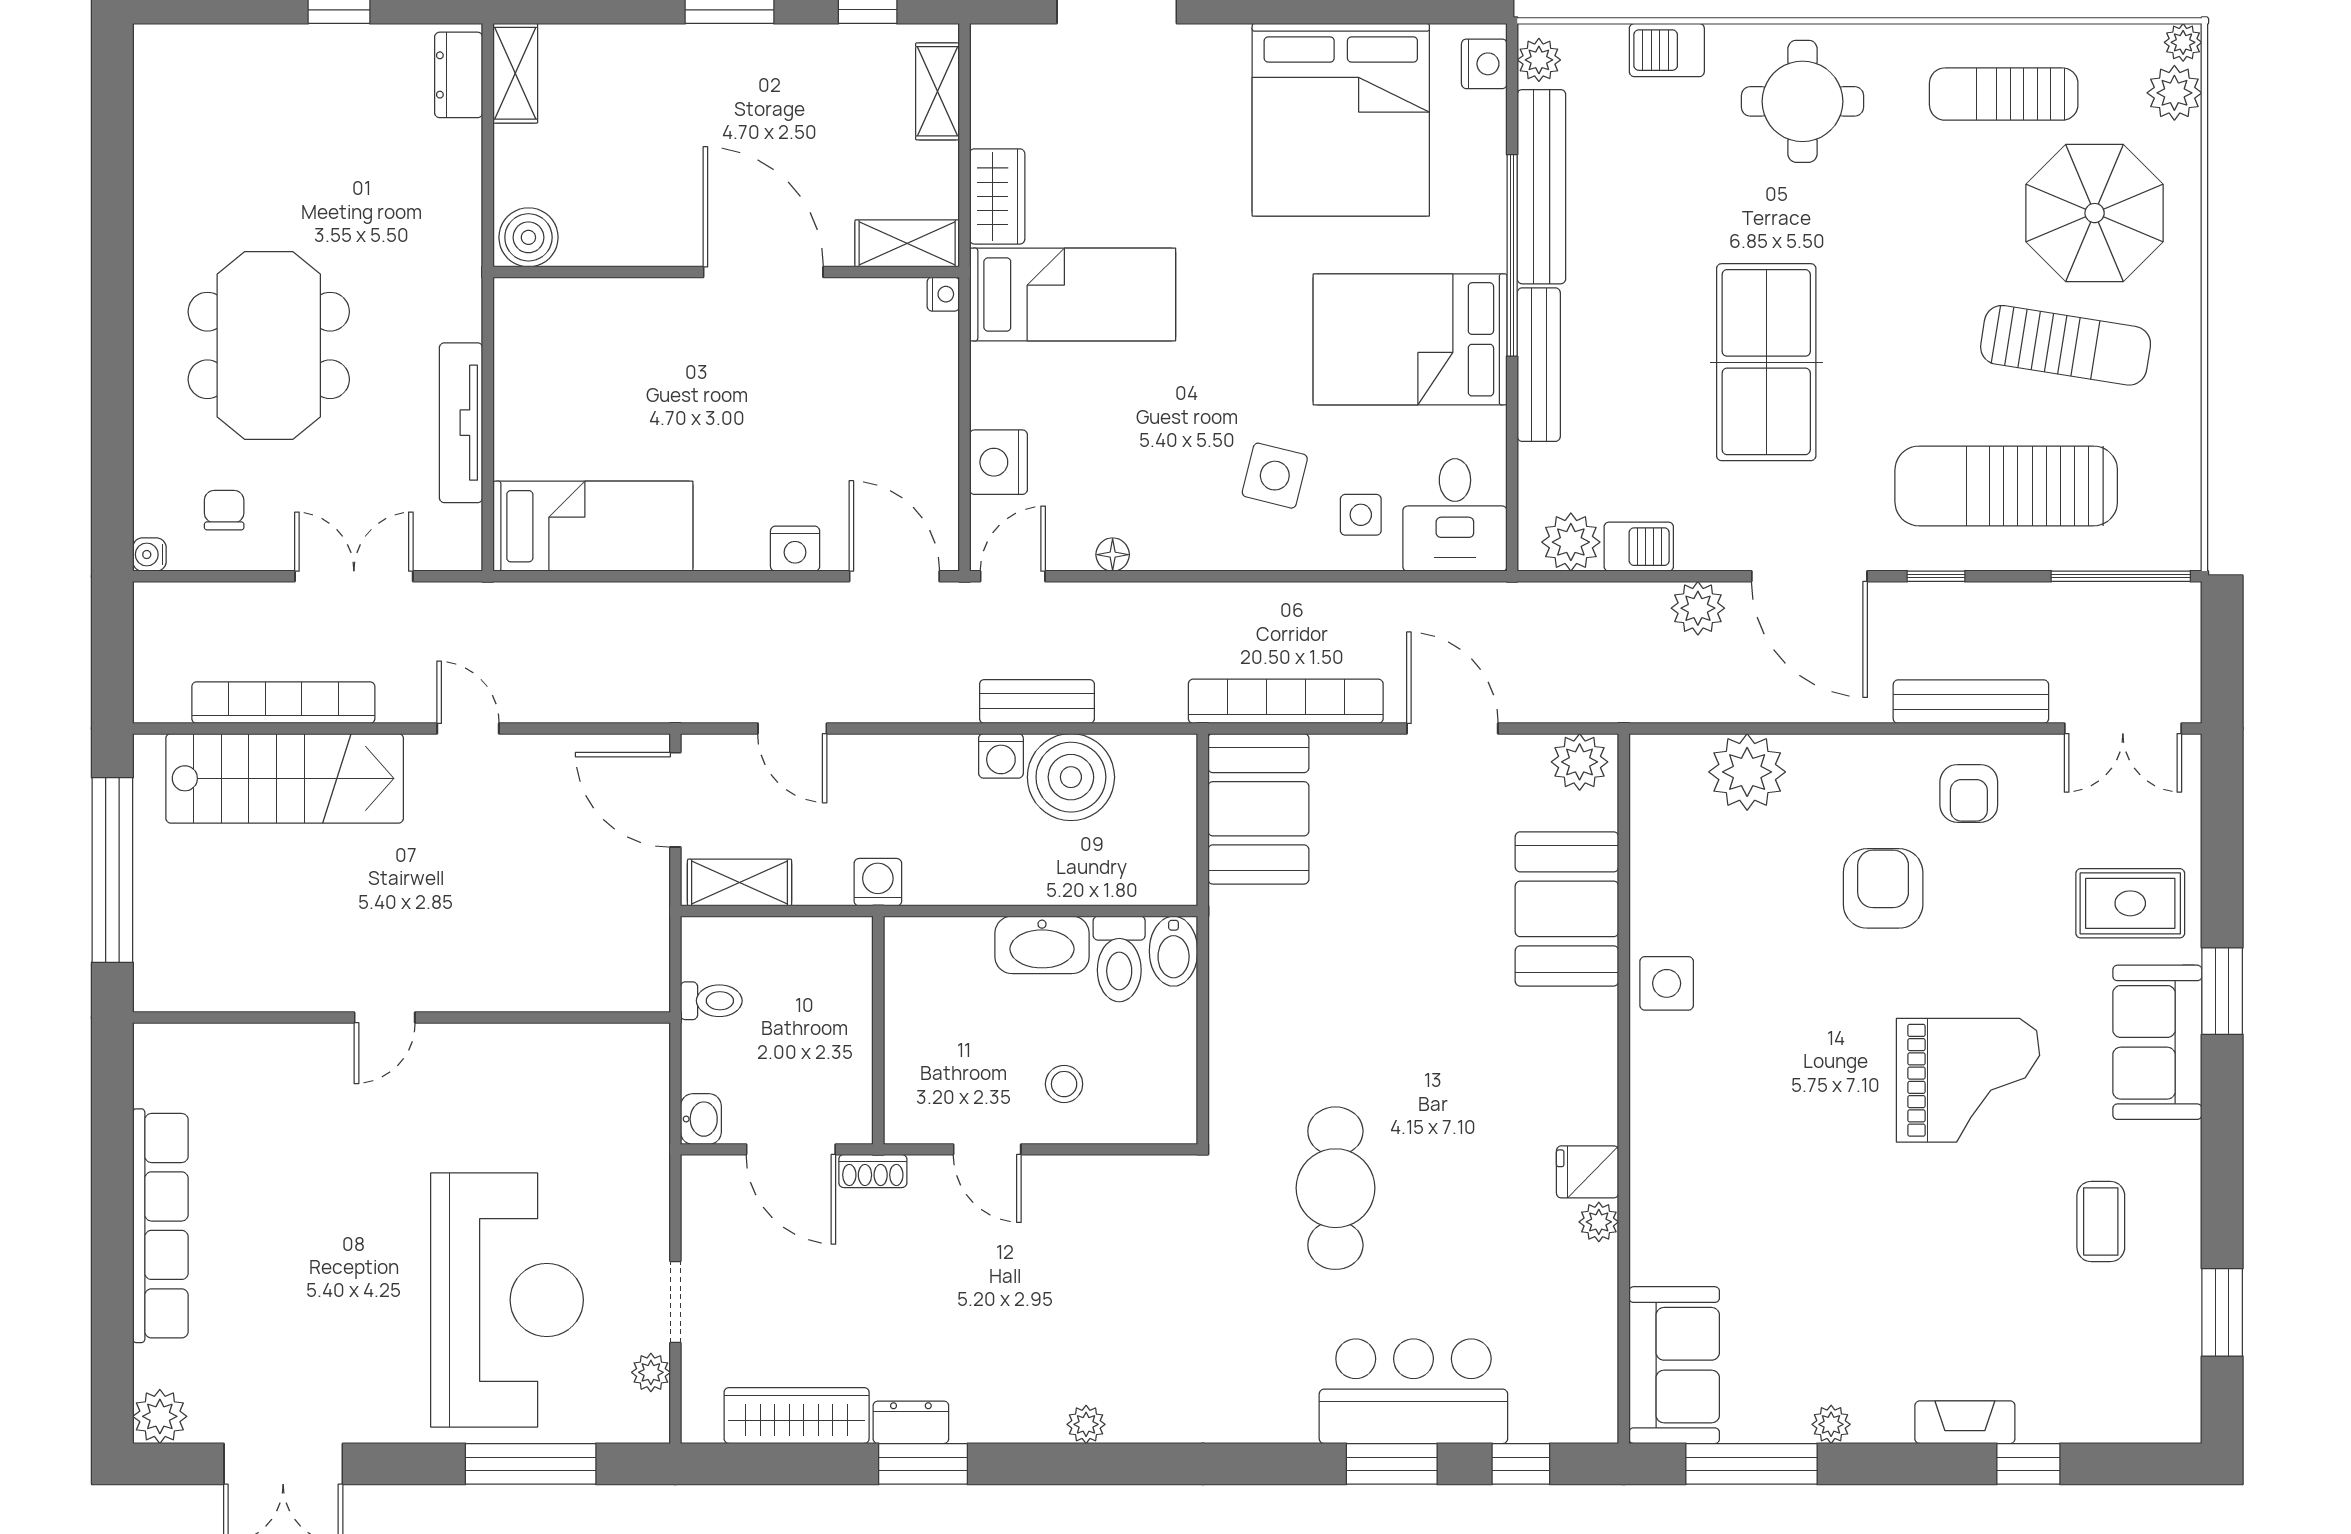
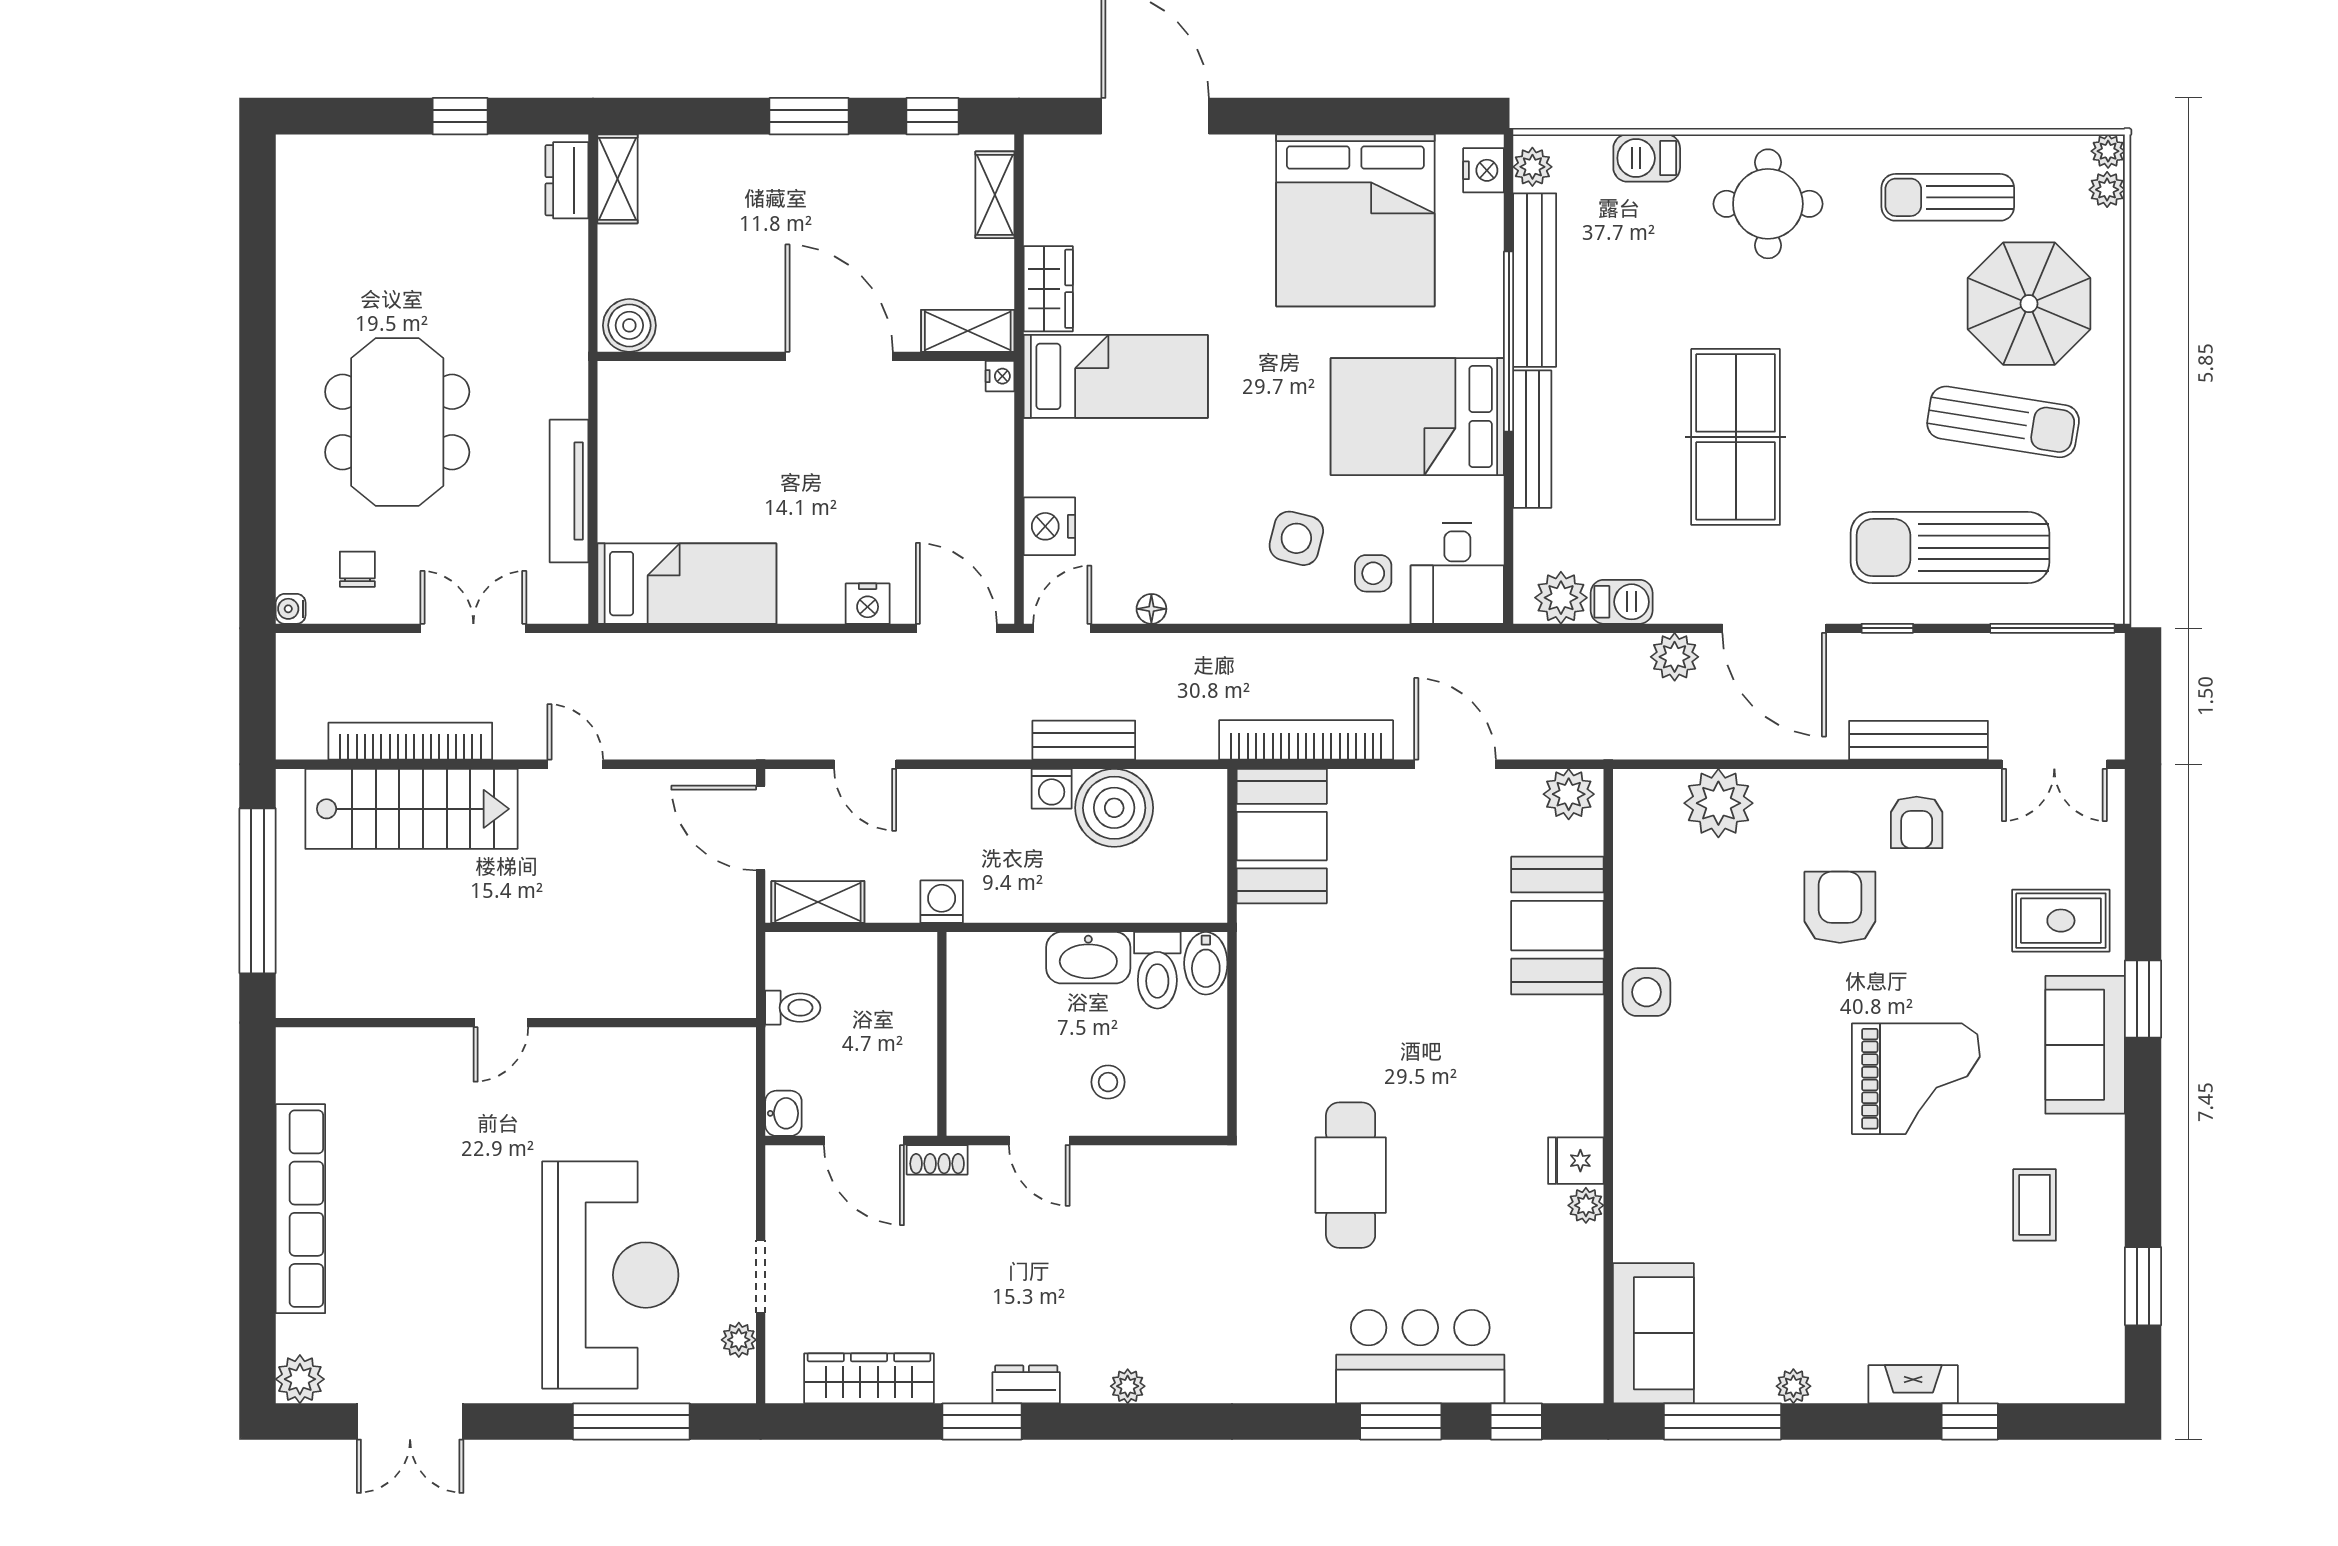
plant: (2174, 93) -> (2107, 190), width x0.73, depth x0.73
dresser: (911, 1422) -> (1026, 1384), moved

